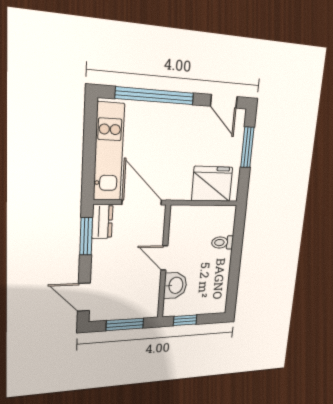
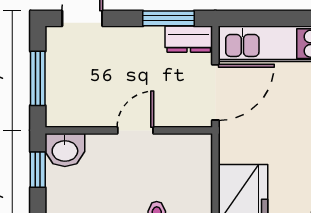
washbasin: (175, 285) -> (65, 150), moved

